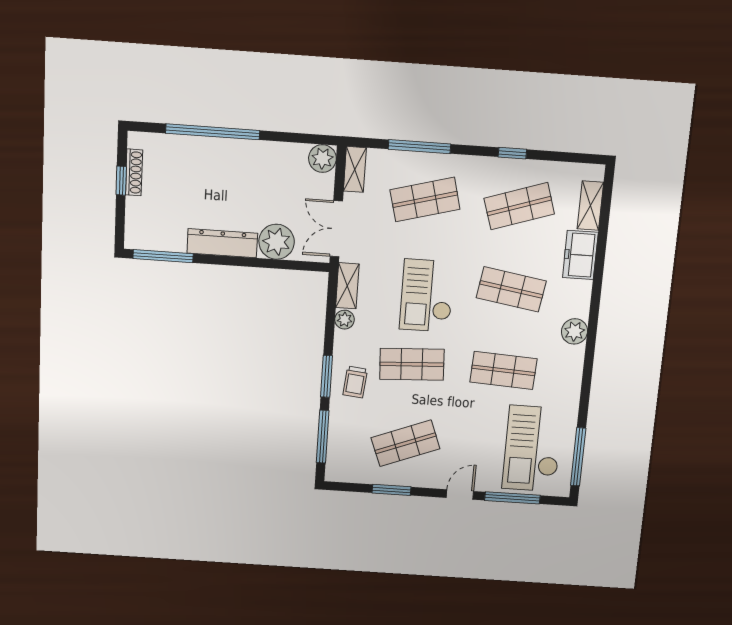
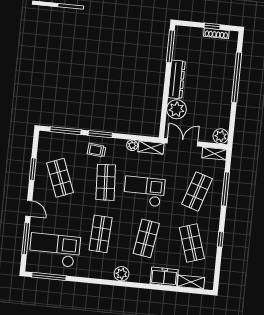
shop shelf: (425, 199) -> (197, 191), turned 33

